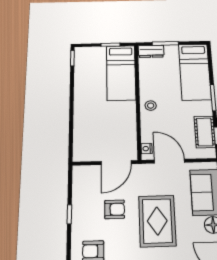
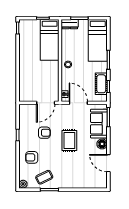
rug: (157, 221) -> (69, 141), width x0.73, depth x0.70

